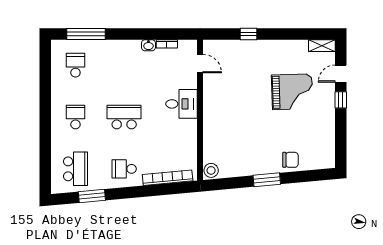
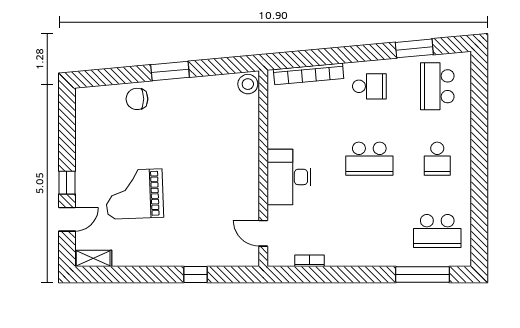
washbasin: (148, 45) -> (335, 259), removed
school desk: (75, 65) -> (437, 231), width x1.85
desk: (182, 104) -> (289, 177), width x1.37

